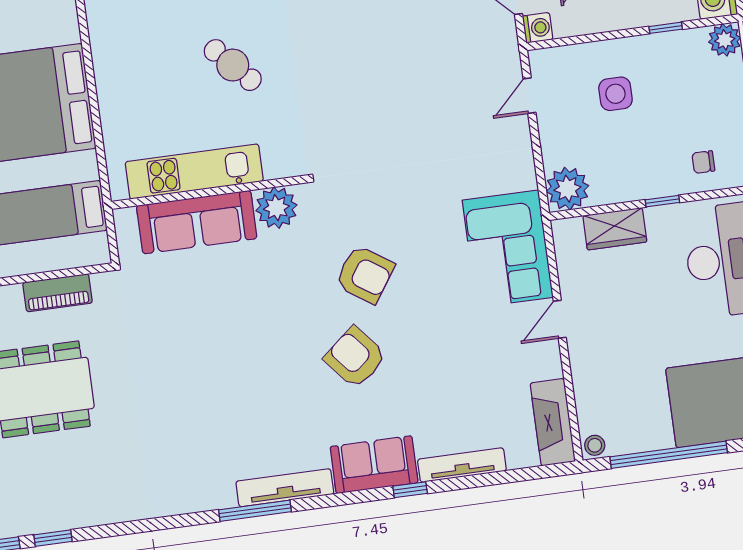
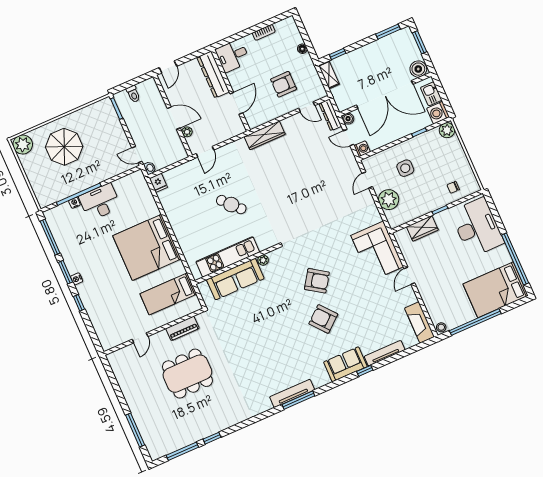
plant: (567, 189) -> (389, 200), moved
plant: (276, 208) -> (263, 260), width x0.53, depth x0.53
tv unit: (285, 488) -> (292, 393), moved

